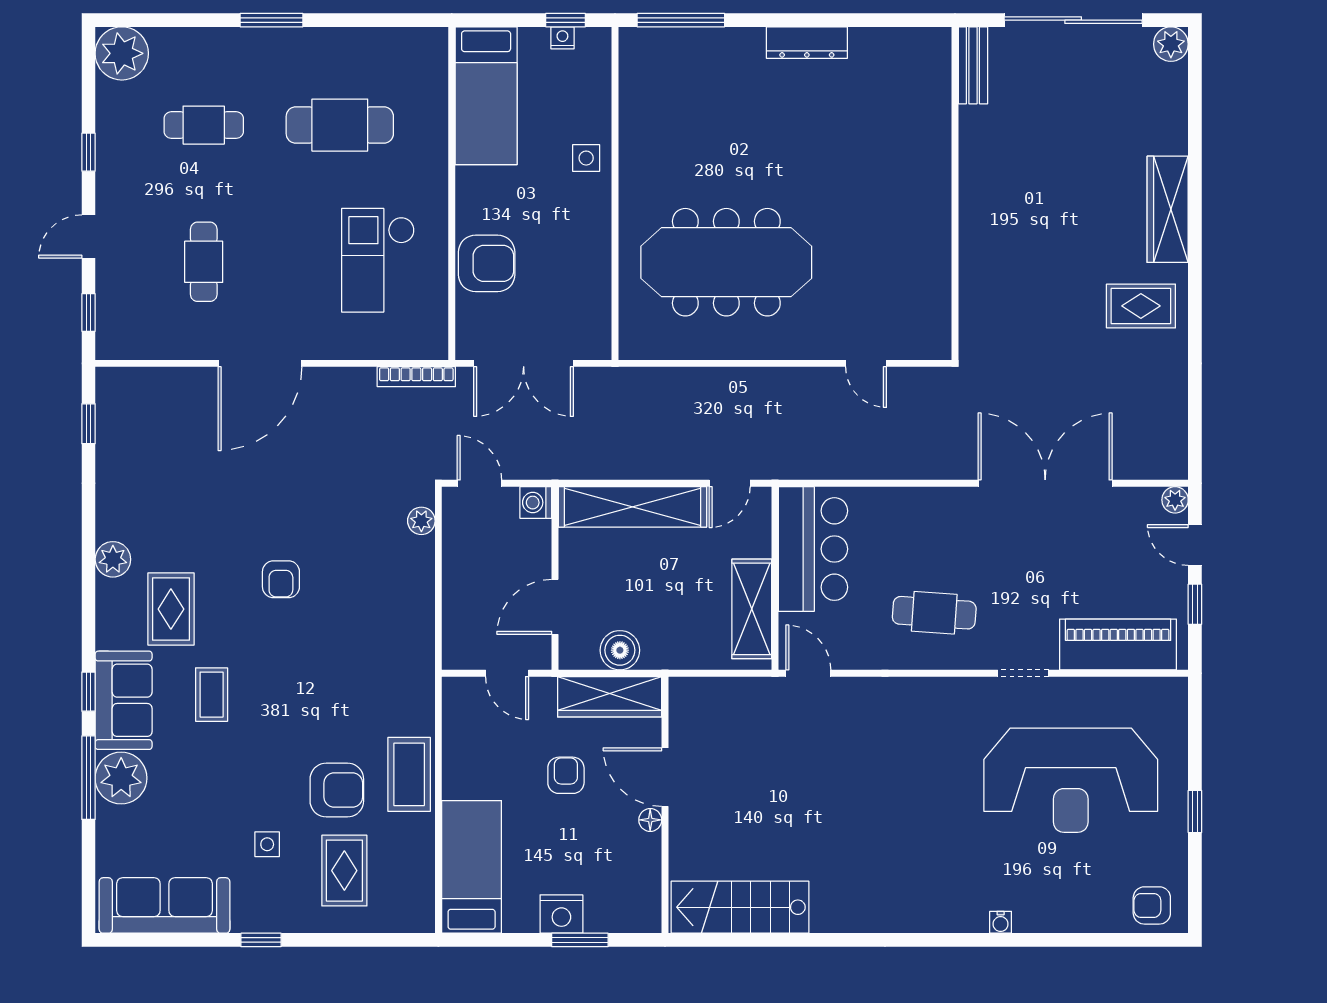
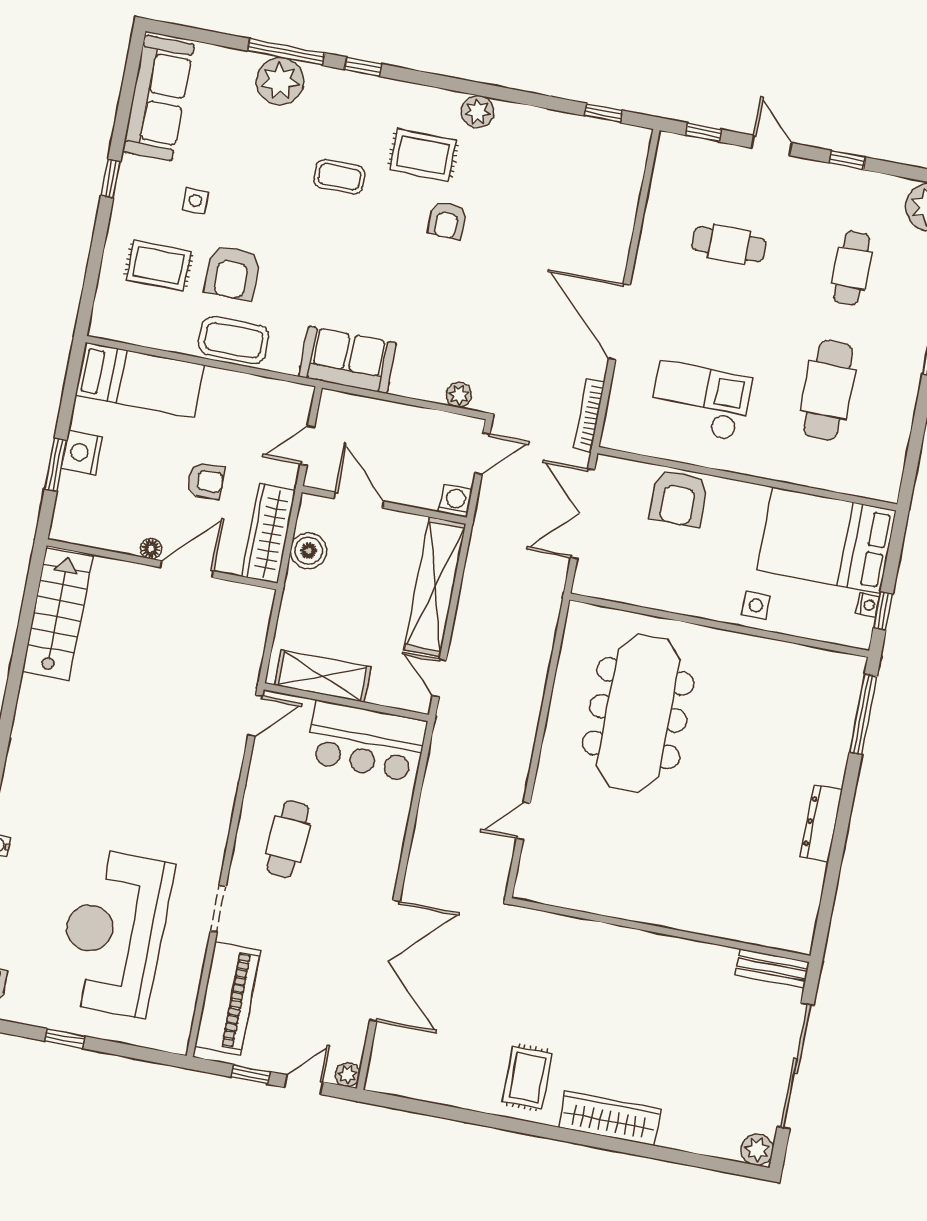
bed: (486, 96) -> (826, 540), width x1.50
door: (260, 363) -> (619, 322), moved
armchair: (281, 579) -> (447, 220), moved, turned -89
sofa: (124, 700) -> (348, 360), moved, turned 180

